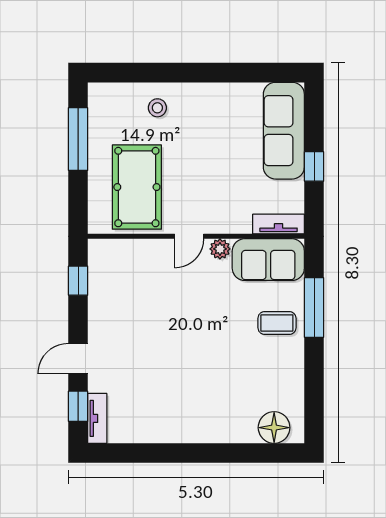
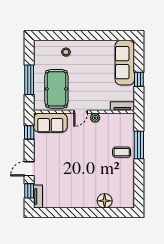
window: (78, 139) -> (29, 80), moved
sofa: (268, 260) -> (50, 123), moved
floor lamp: (274, 428) -> (105, 201), moved

